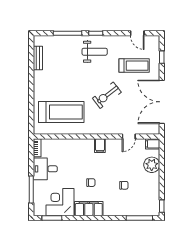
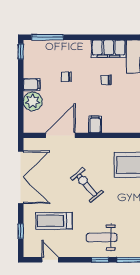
exercise bike: (107, 95) -> (87, 185), turned -92
door: (129, 137) -> (60, 135), width x1.87
filing cabinet: (153, 144) -> (32, 85), moved

